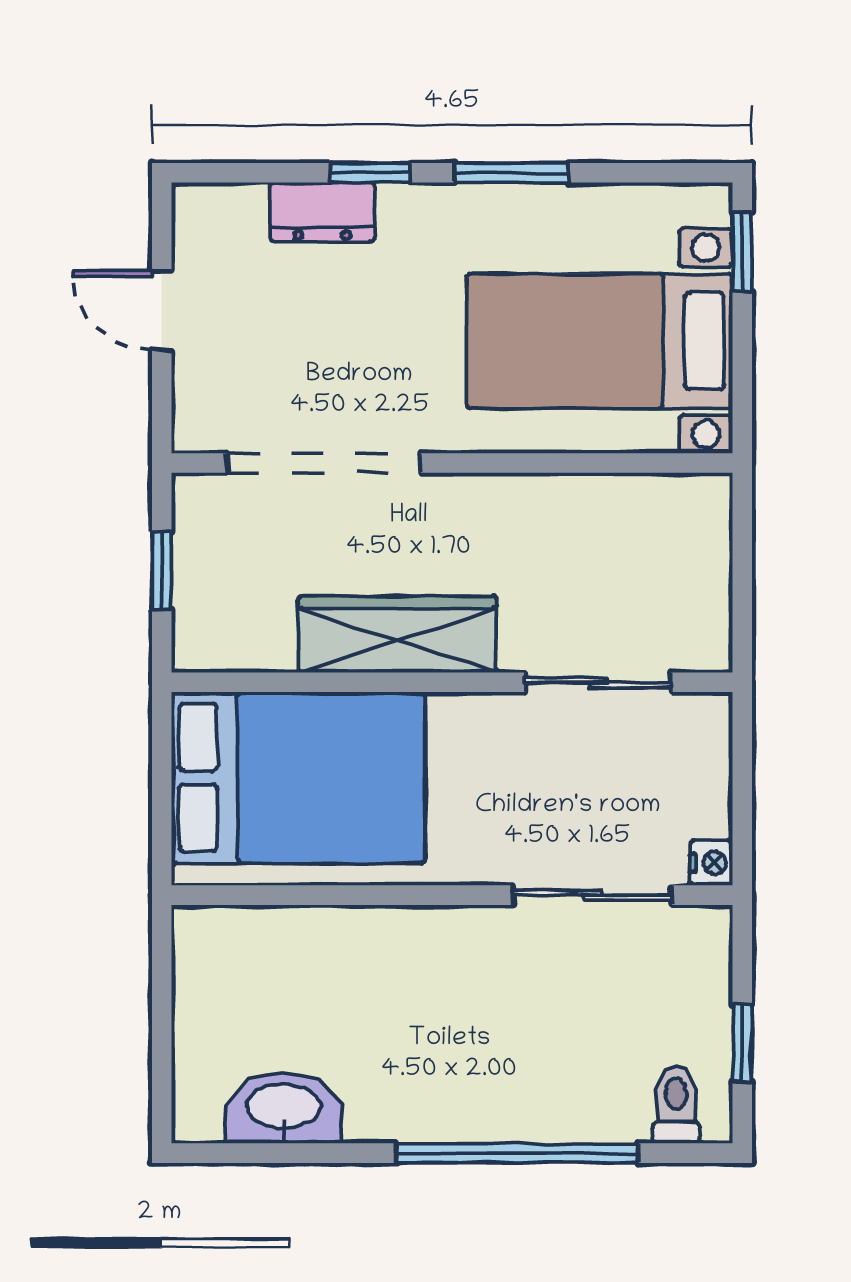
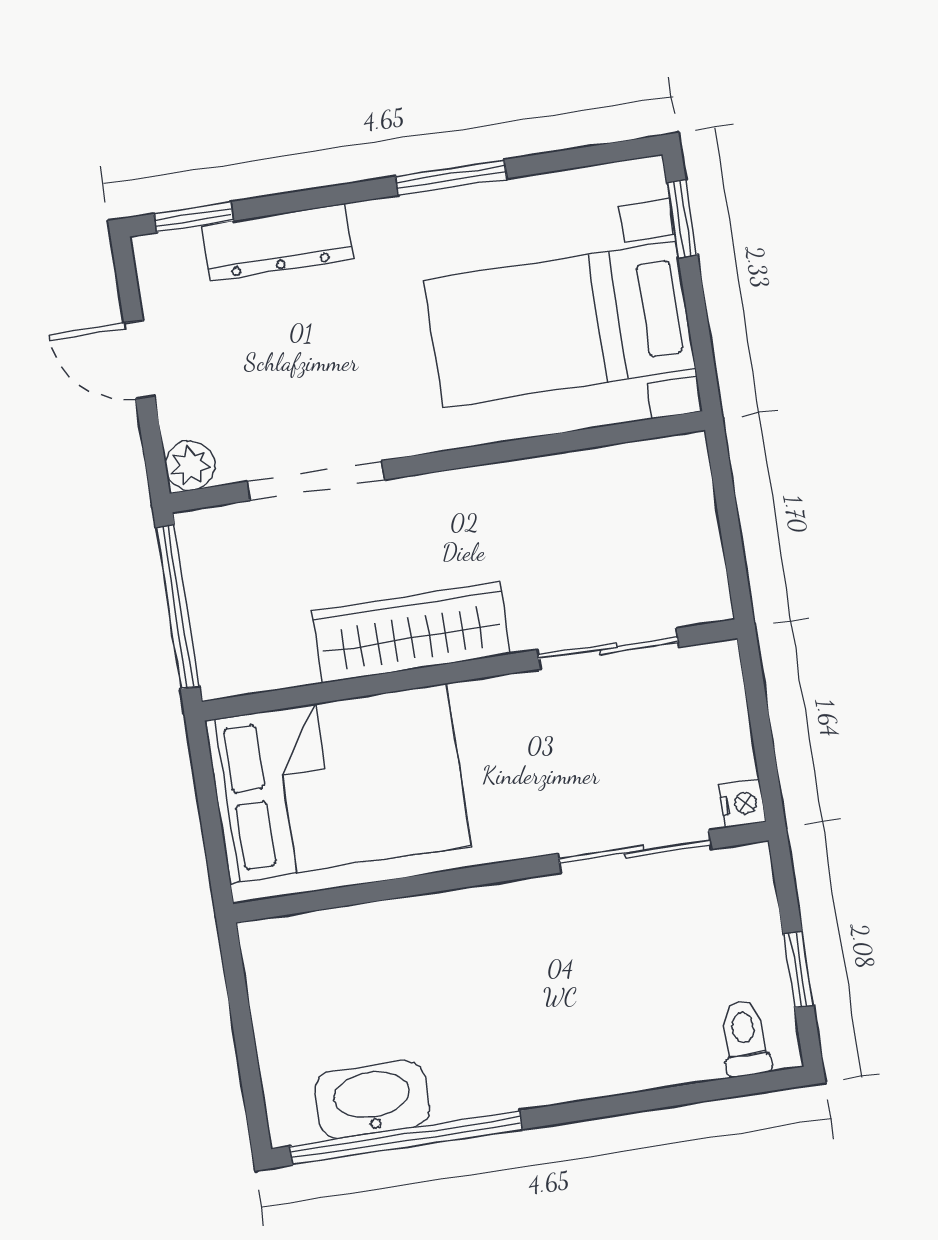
window: (370, 173) -> (194, 217), moved
dresser: (322, 212) -> (277, 242), width x1.44
plant: (197, 428) -> (190, 466), added
doorway: (324, 463) -> (316, 481), width x0.73
window: (162, 571) -> (178, 607), width x2.17
window: (517, 1153) -> (406, 1138), moved

